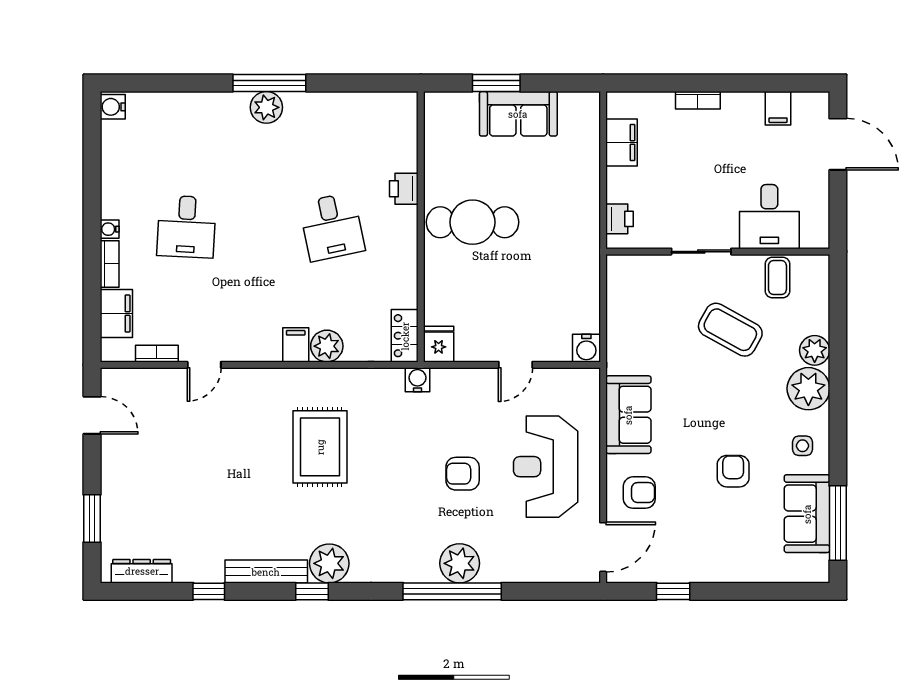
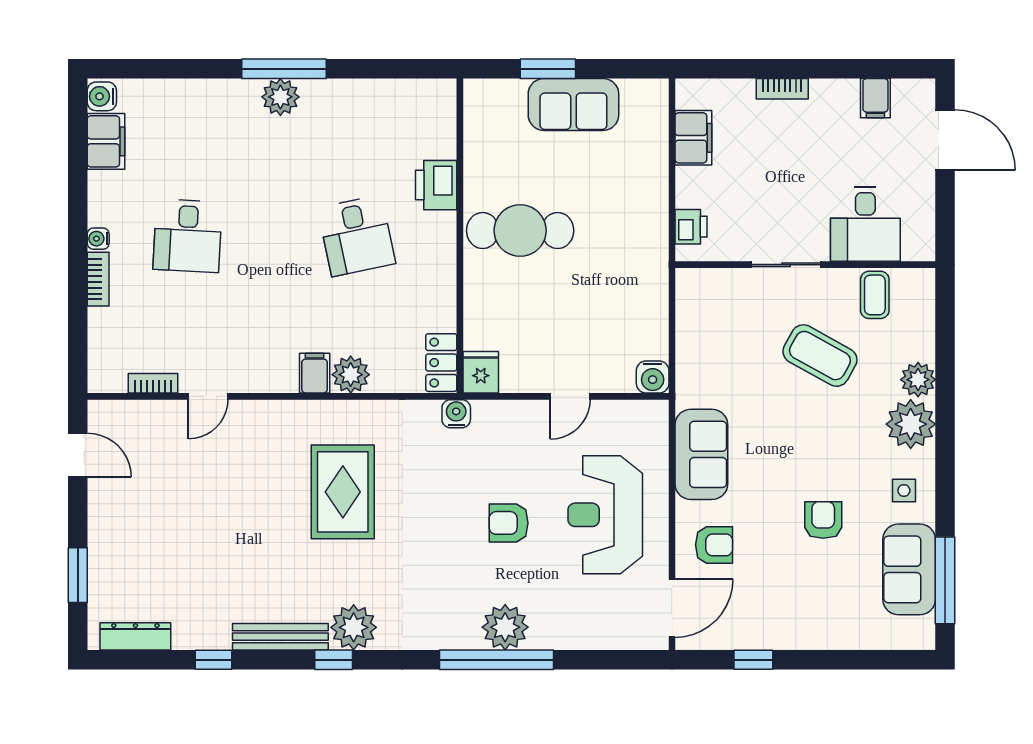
printer: (404, 189) -> (436, 185), width x1.36, depth x1.24
filing cabinet: (116, 314) -> (106, 141), moved

